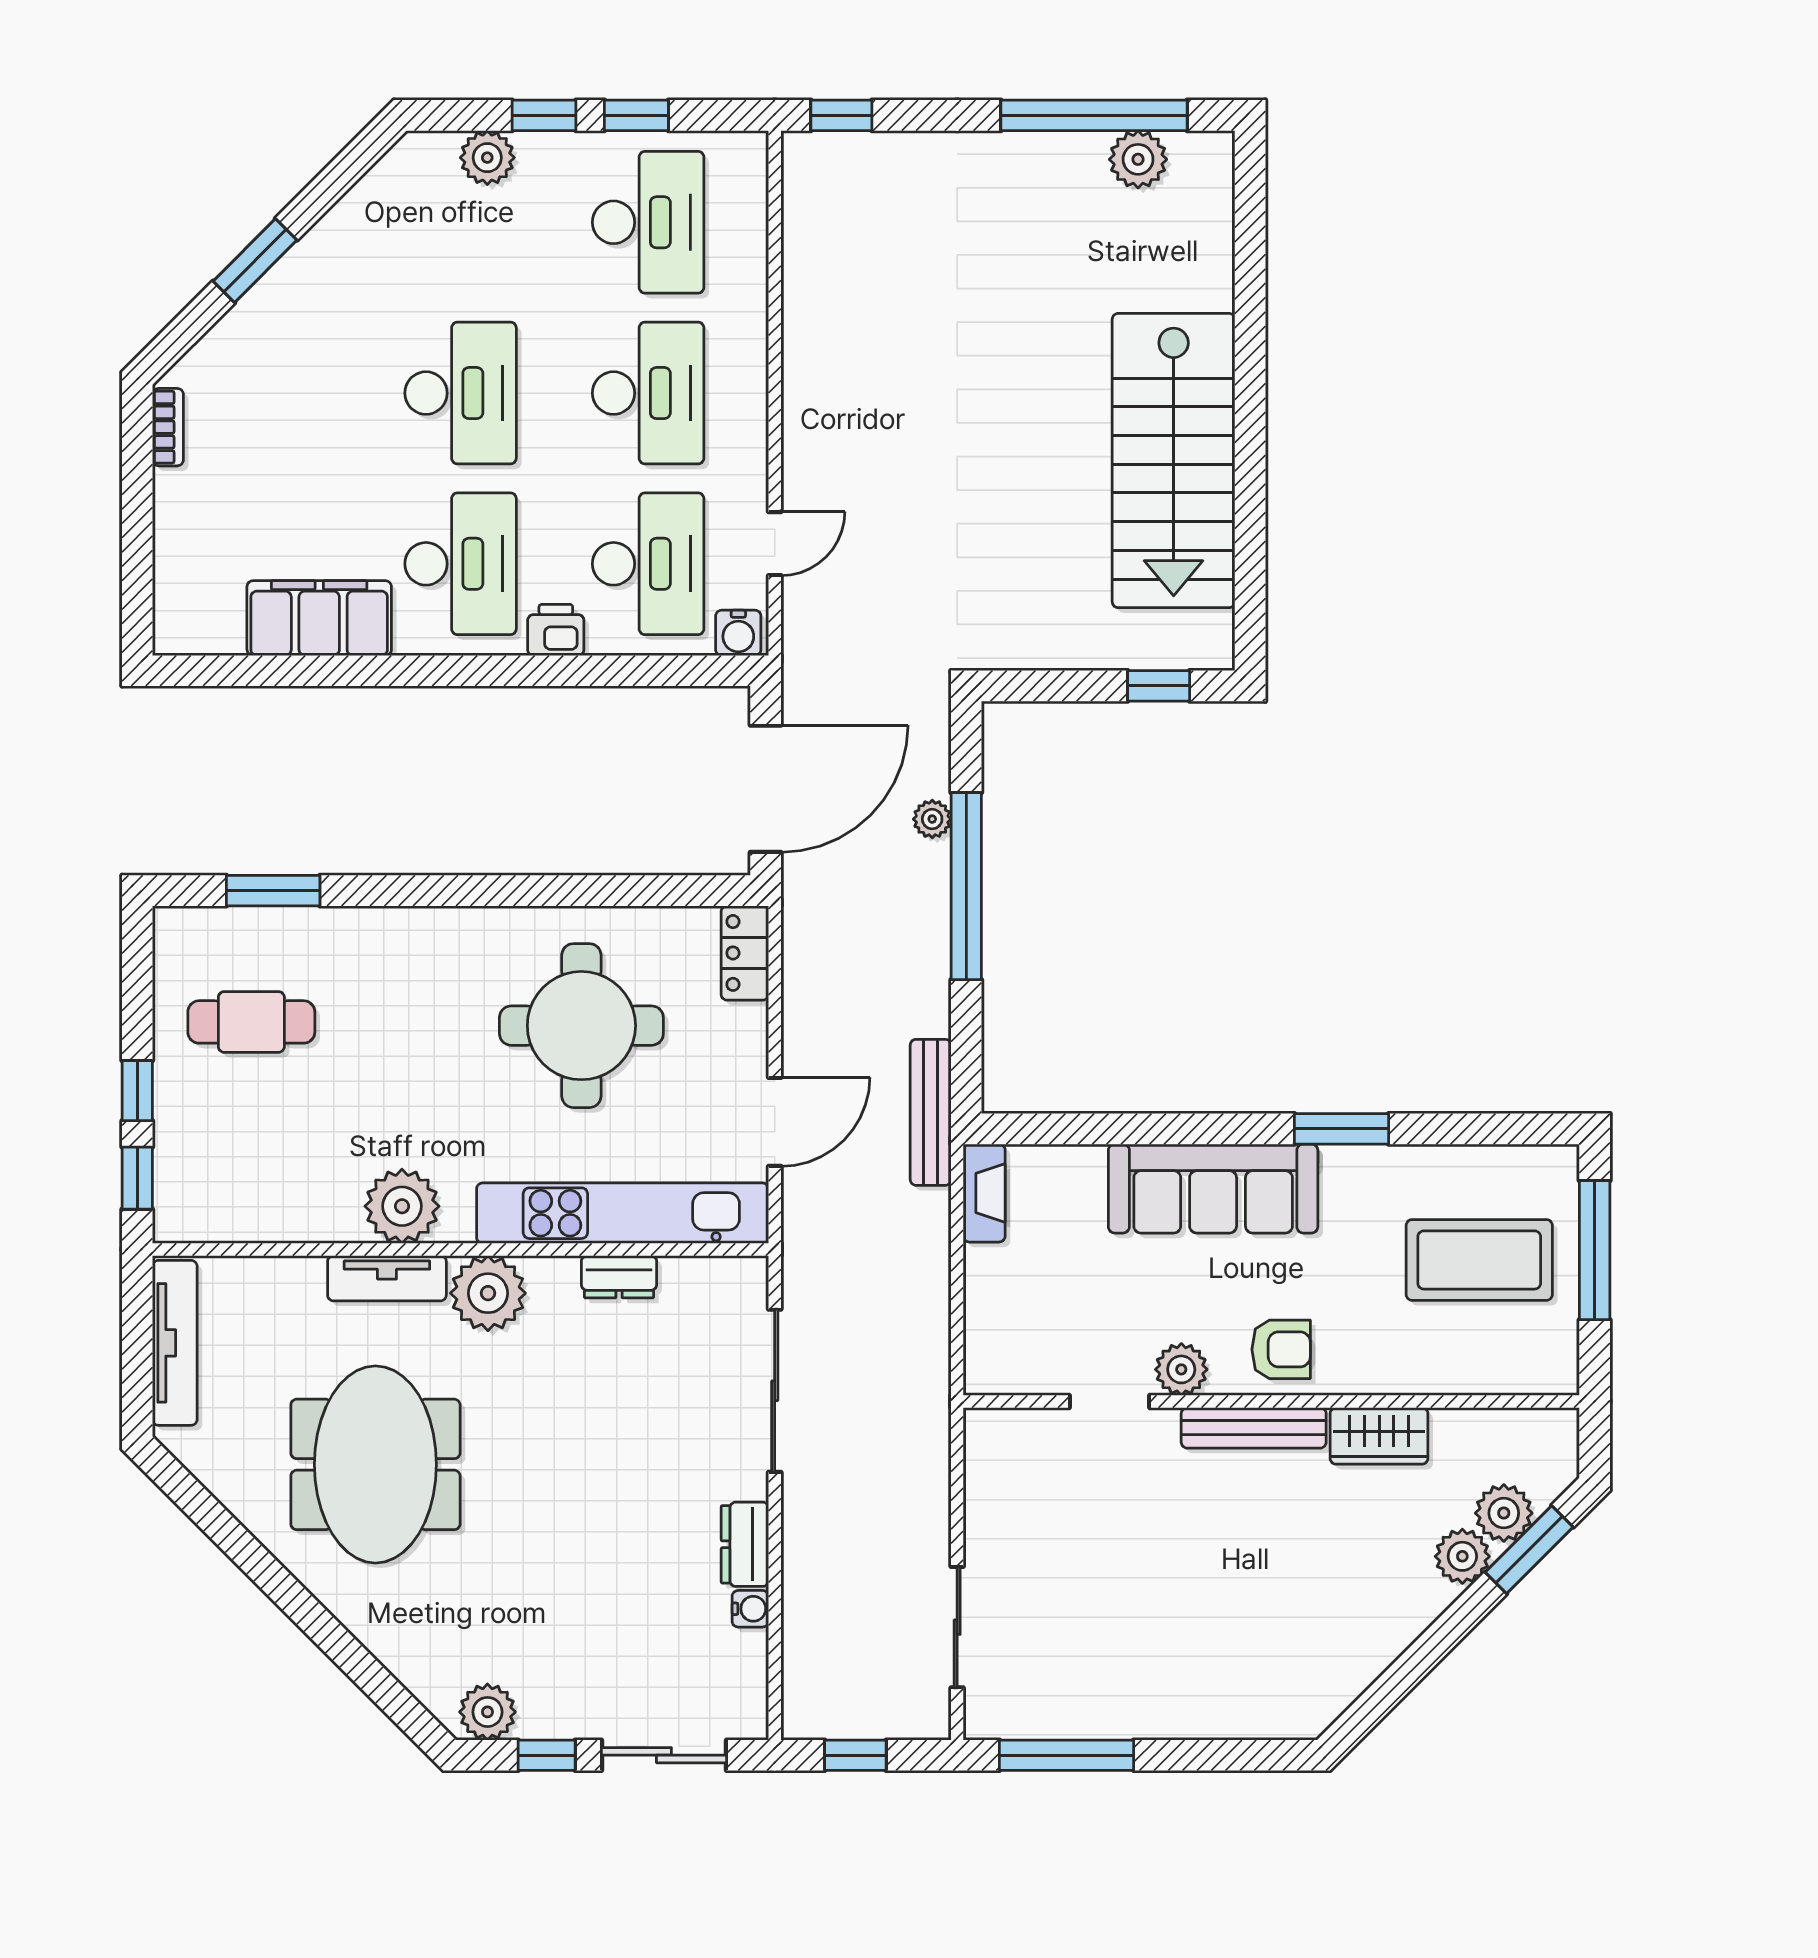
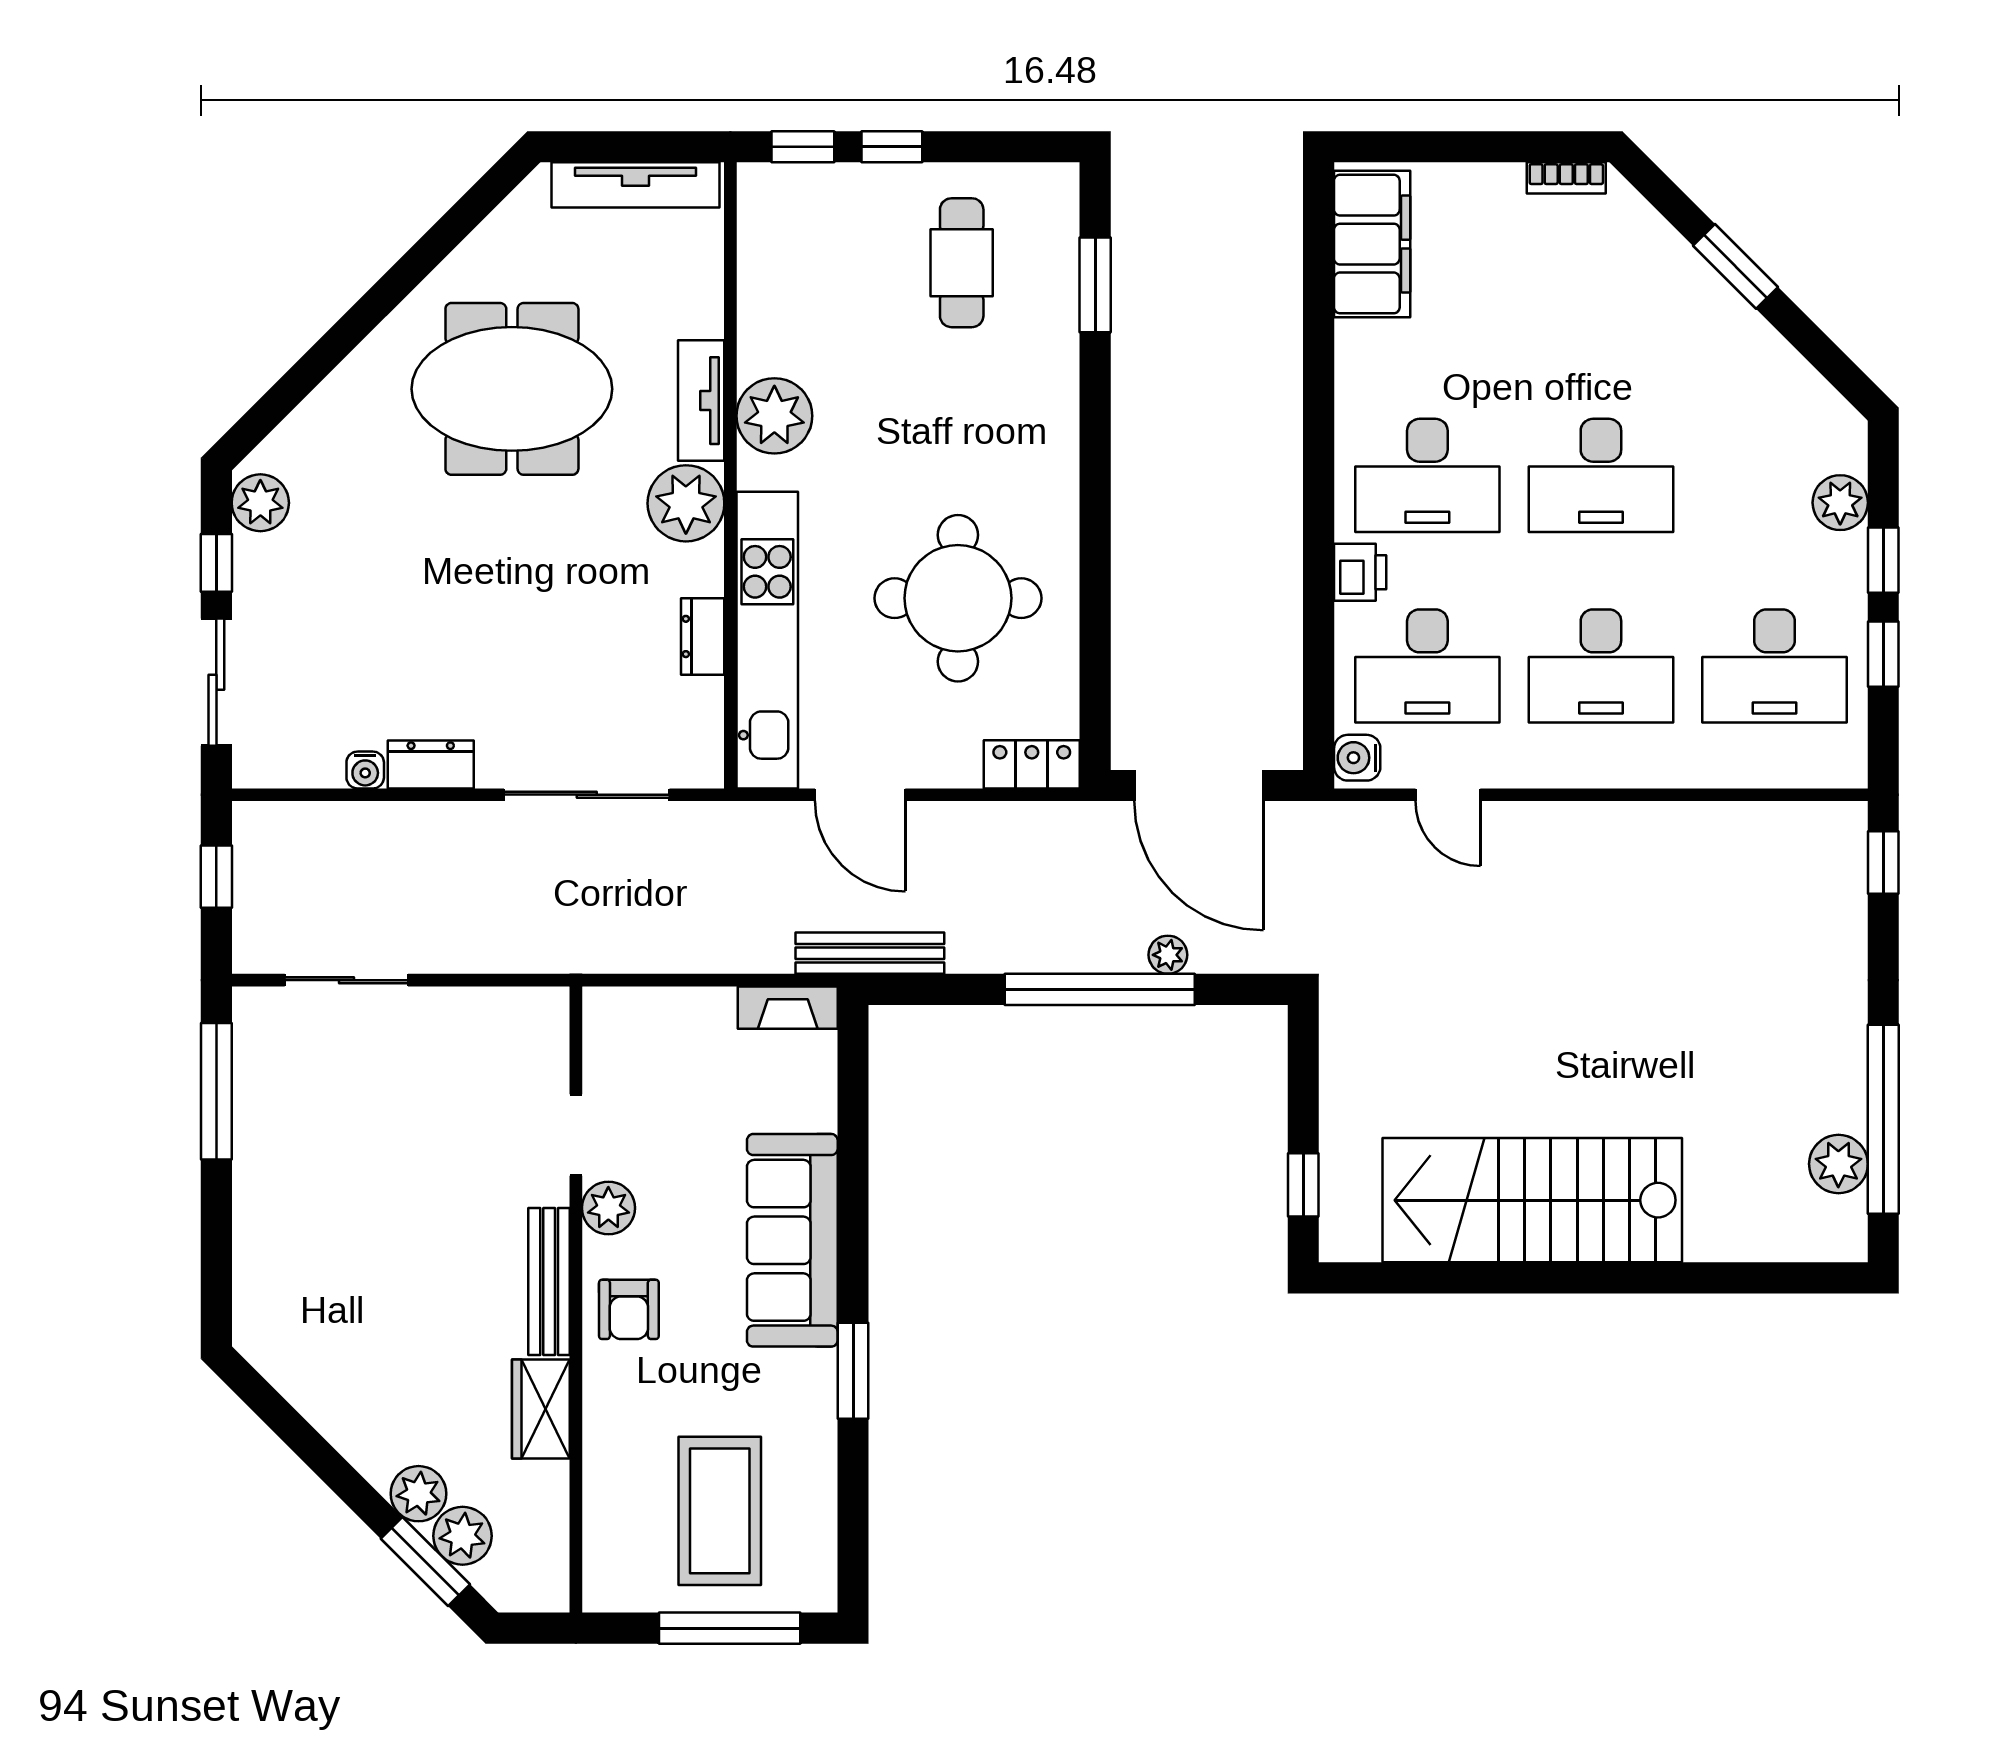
filing cabinet: (319, 618) -> (1372, 244), moved

